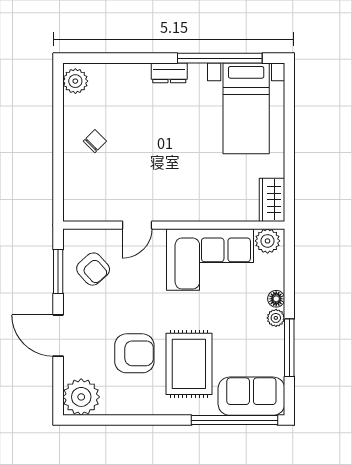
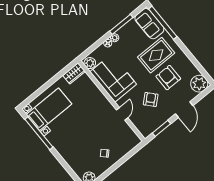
dresser: (169, 73) -> (59, 147), removed
door: (137, 225) -> (122, 114), hinge flipped
armchair: (93, 269) -> (151, 99), moved

